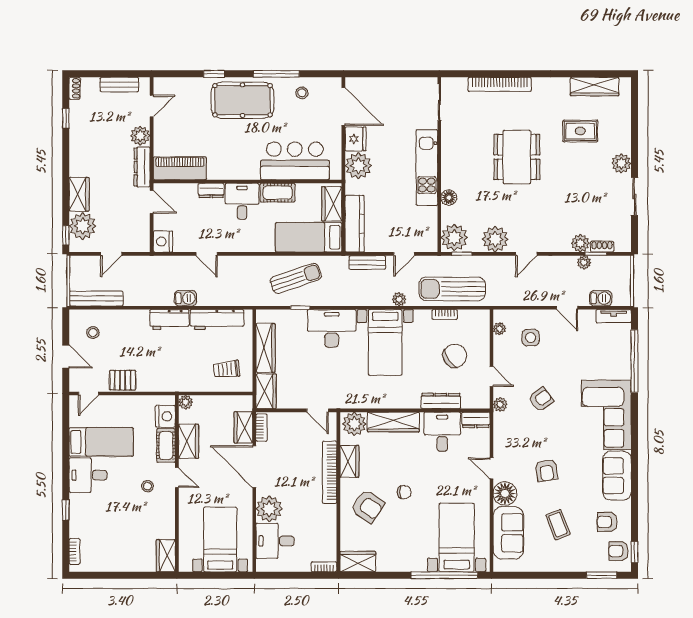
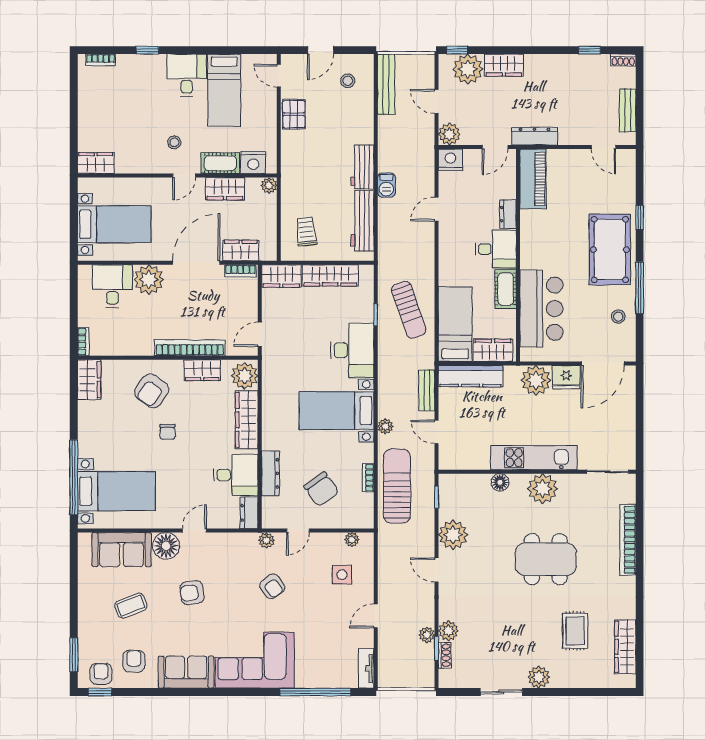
plant: (140, 136) -> (449, 134), moved
plant: (454, 238) -> (543, 489), moved
barbecue: (601, 298) -> (386, 654), removed

